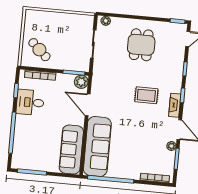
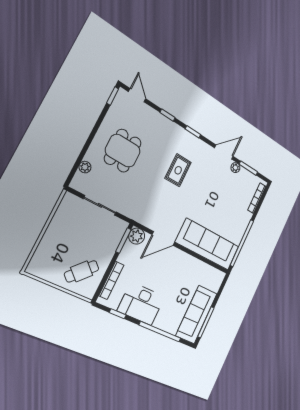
plant: (106, 21) -> (85, 167), moved
dining table: (141, 45) -> (123, 151), turned 90
desk: (30, 102) -> (141, 304), width x1.37
fireplace: (175, 105) -> (199, 145), removed
sofa: (71, 150) -> (197, 314), moved, turned 90

